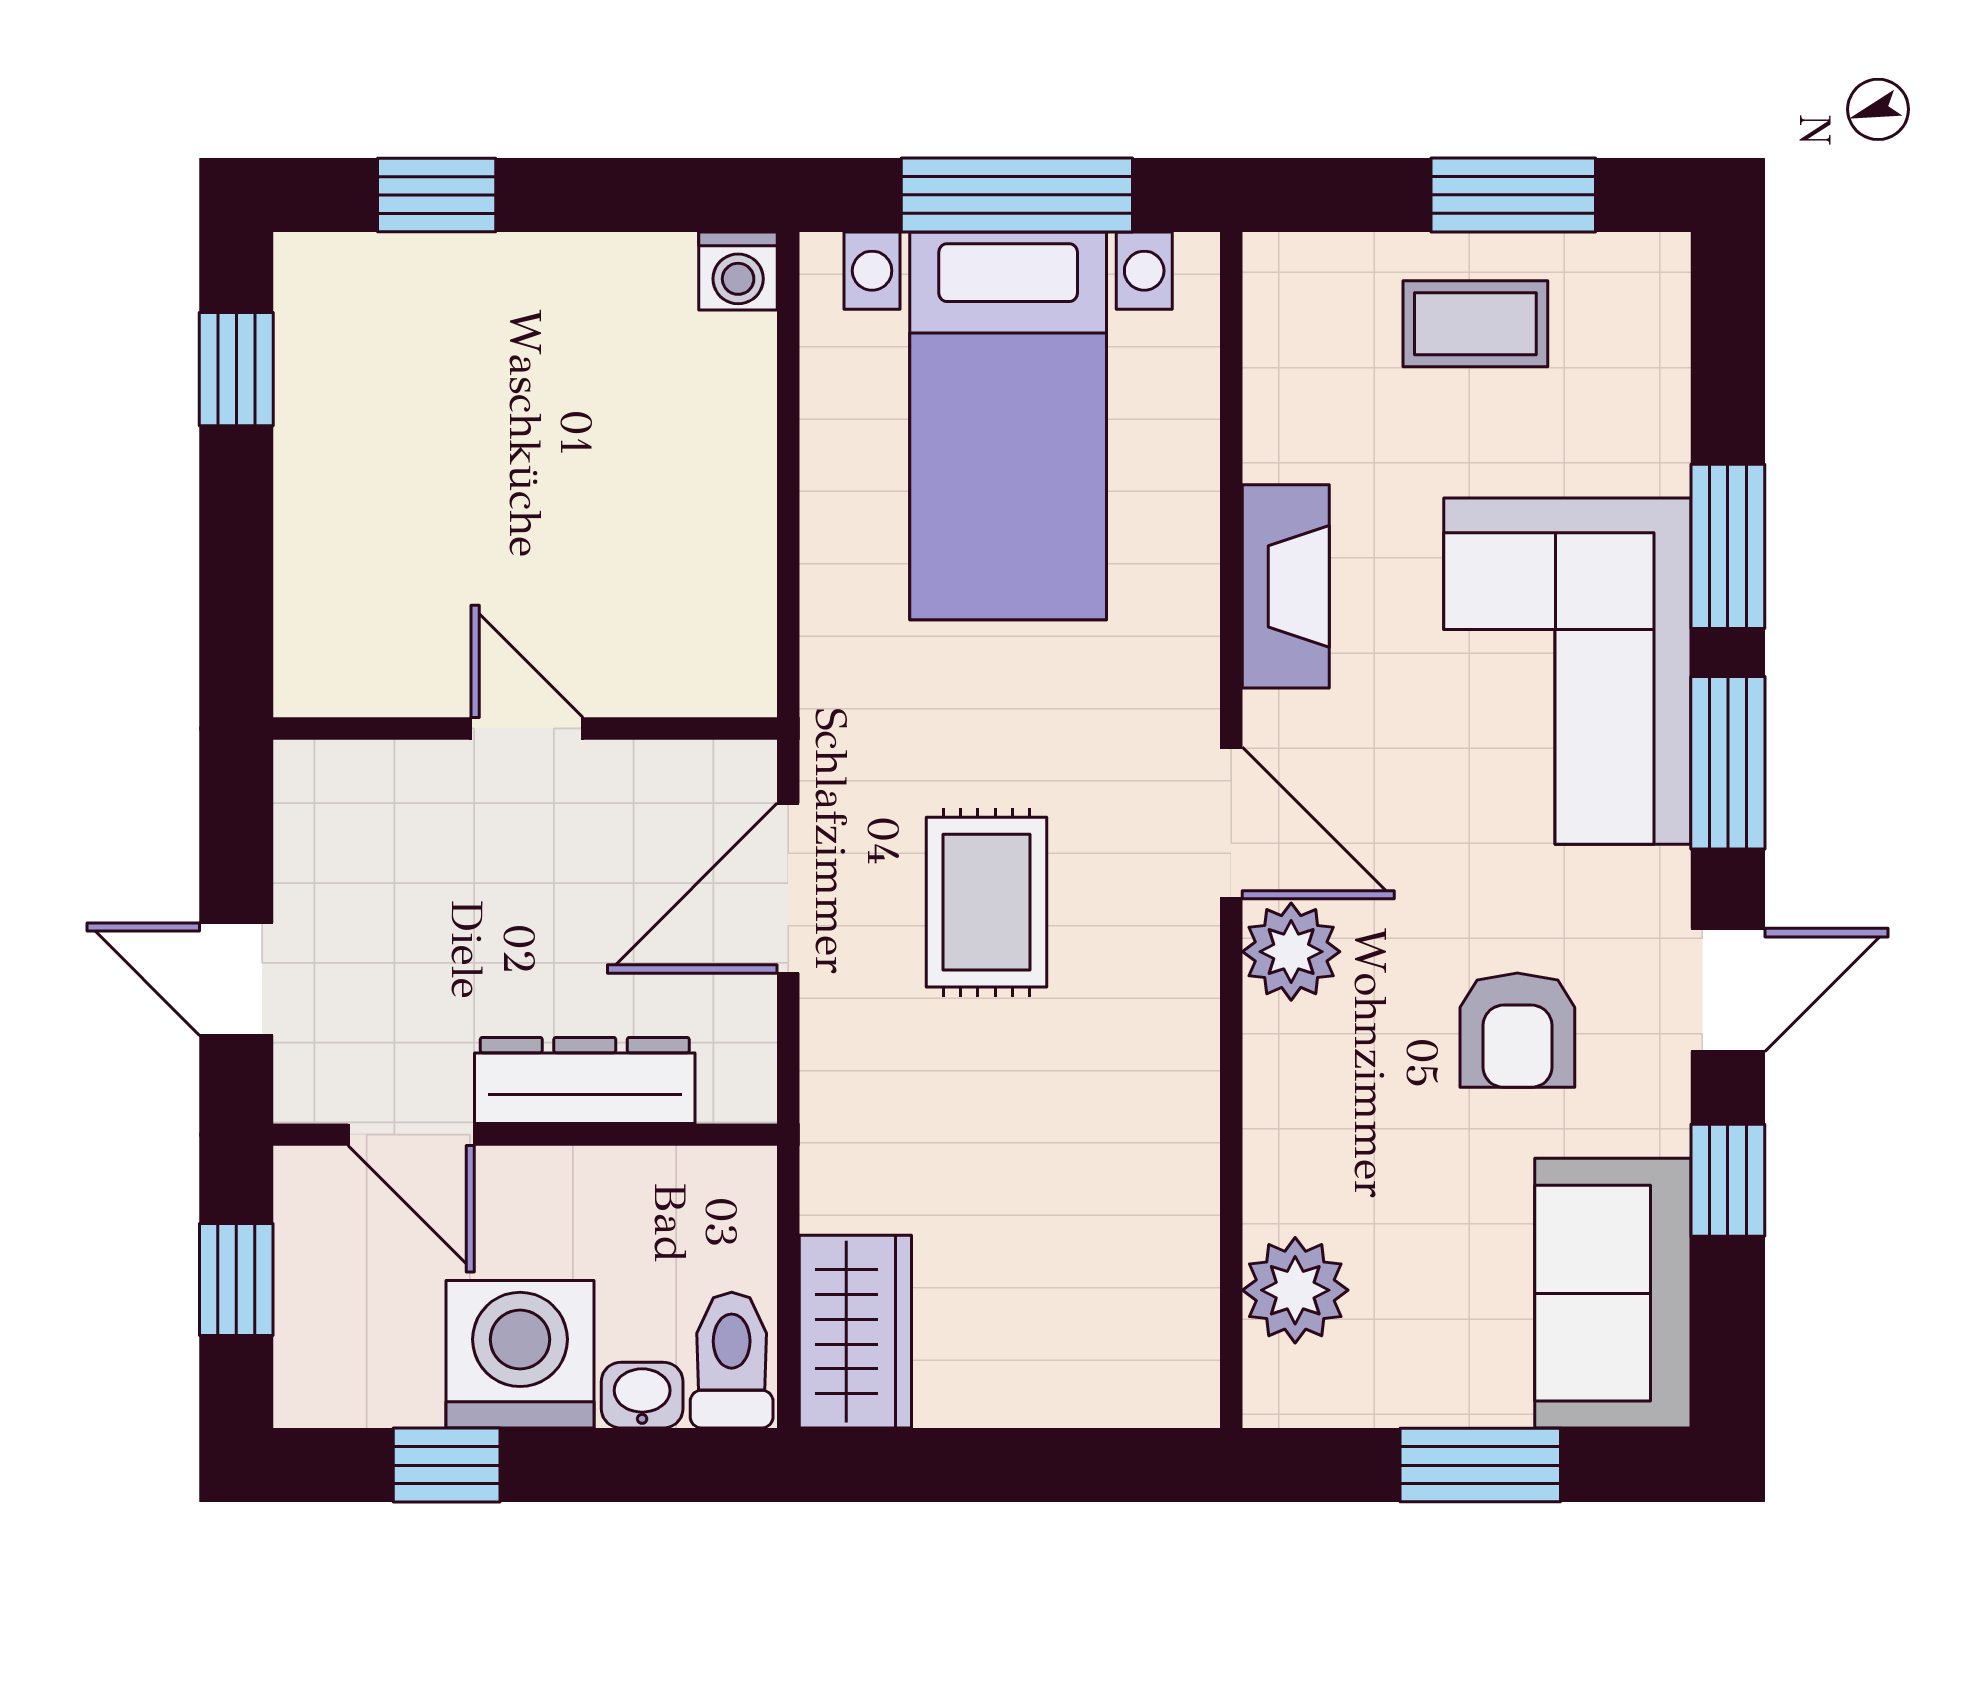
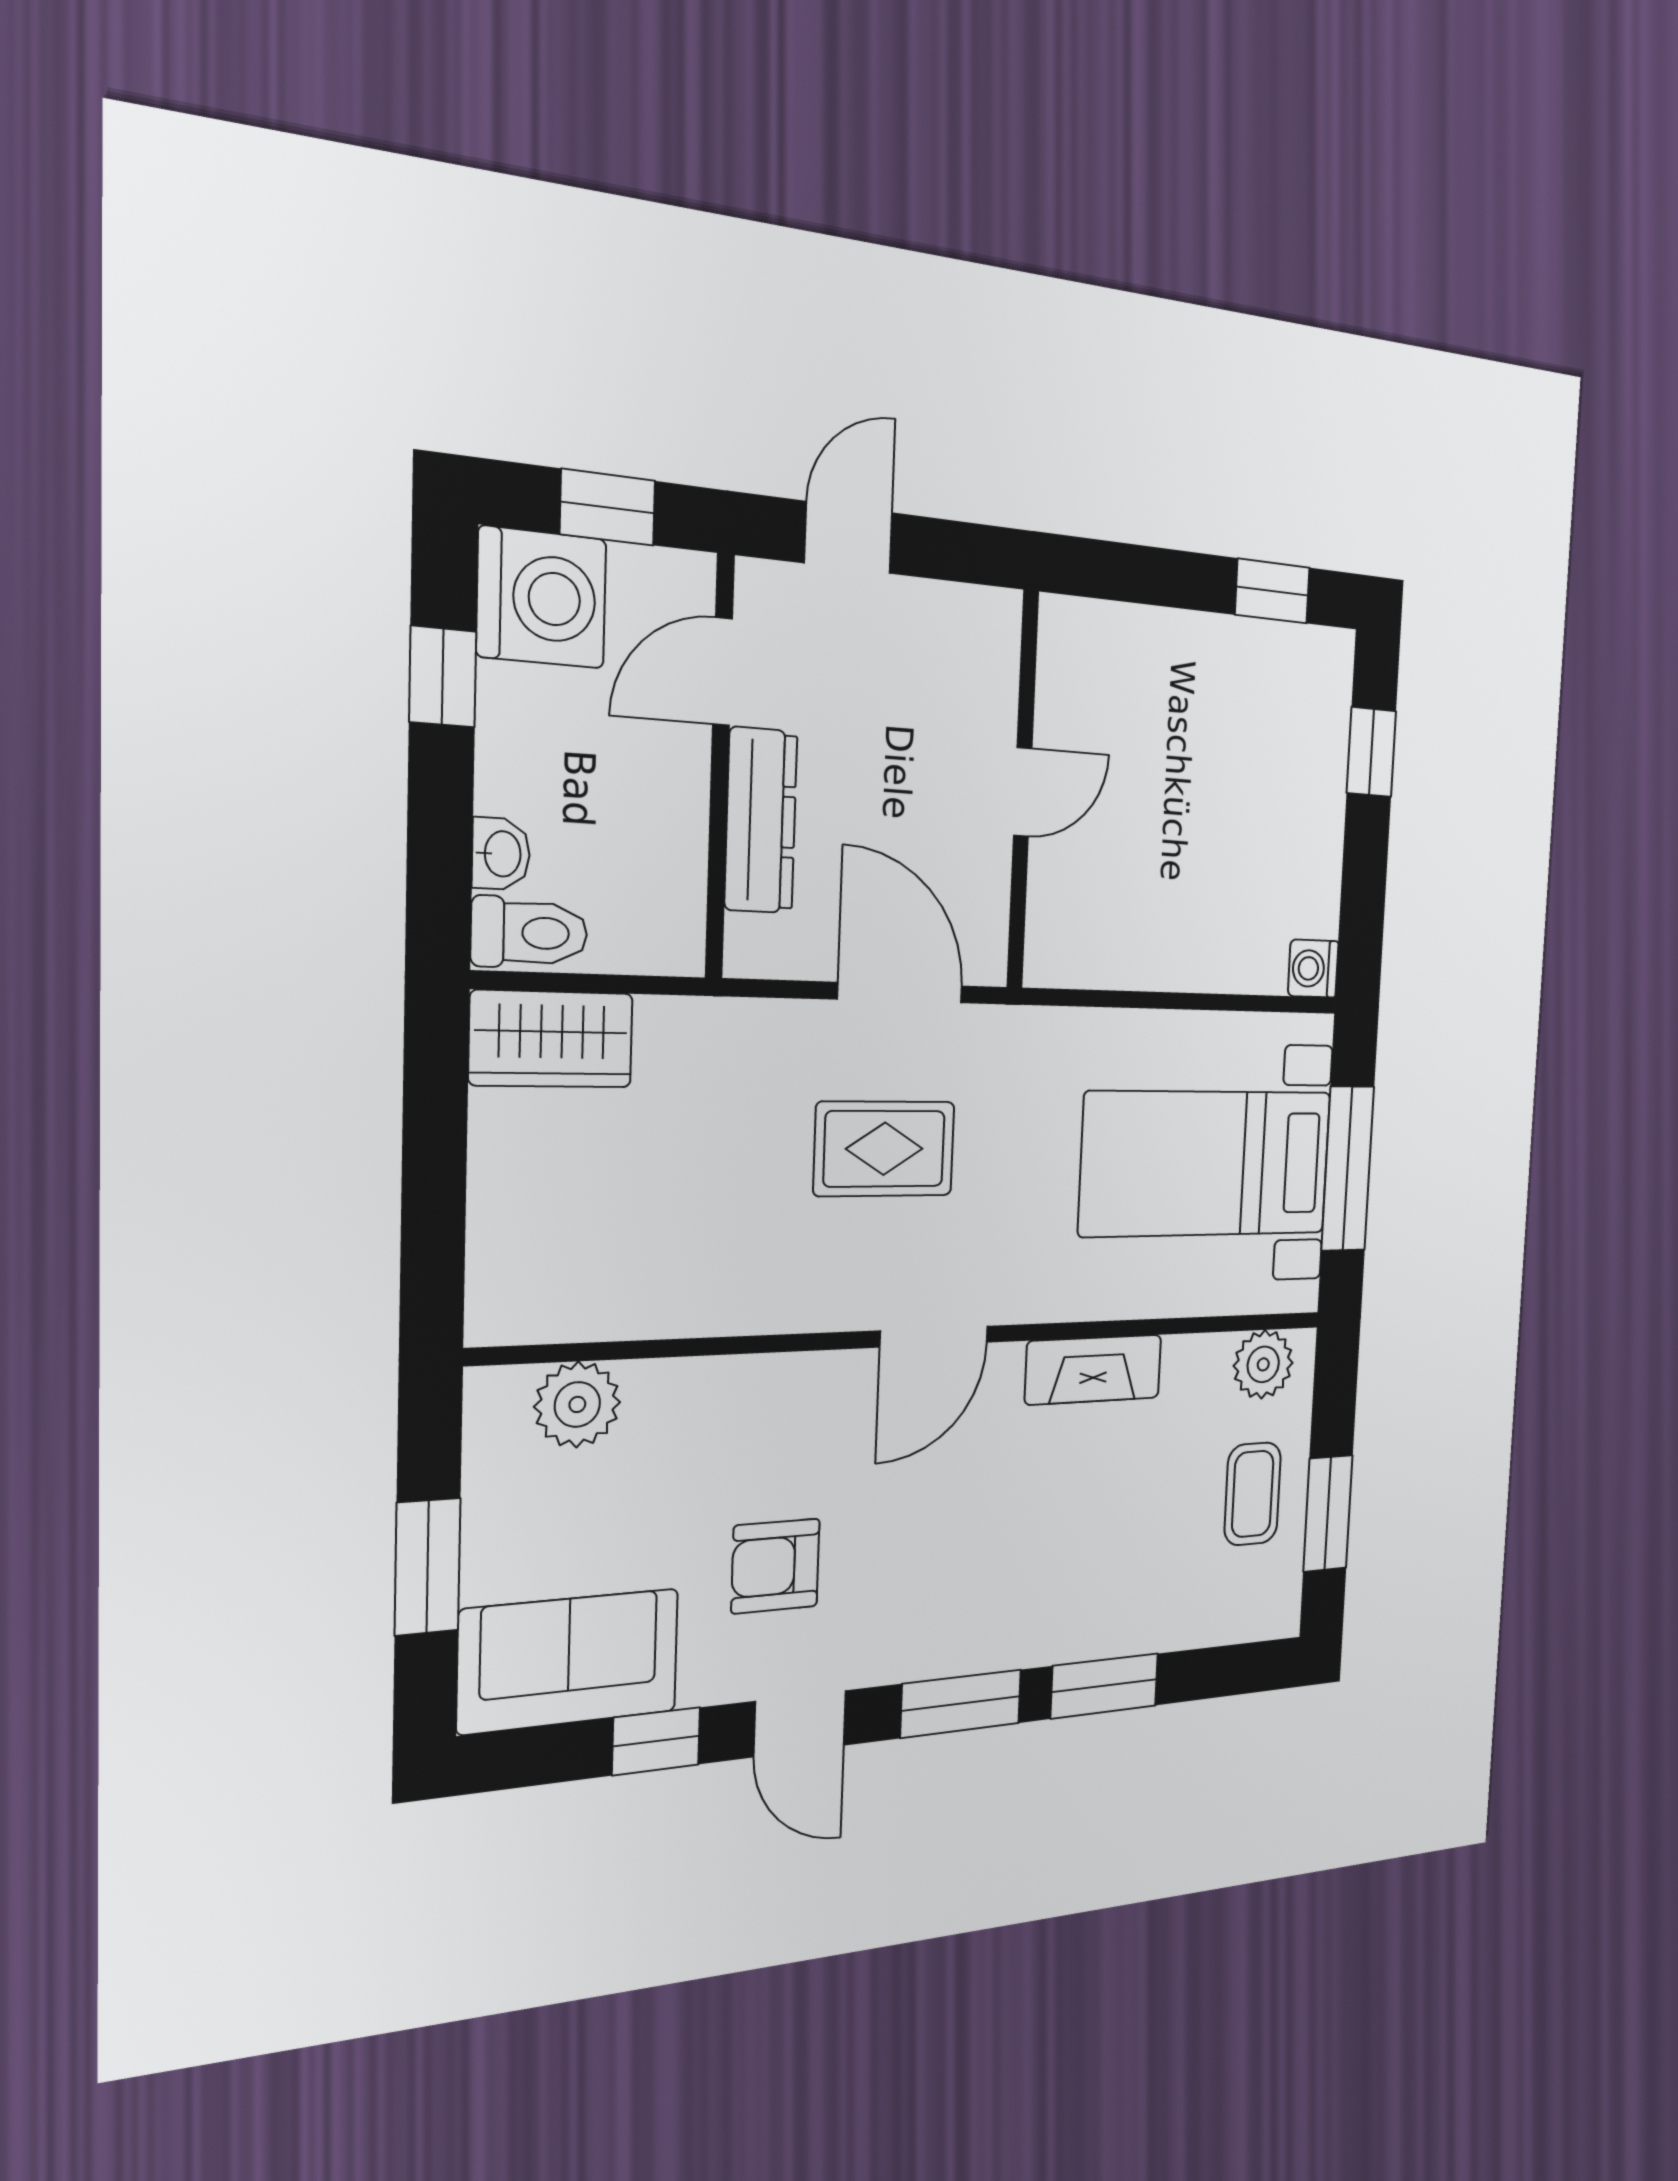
corner sofa: (1567, 671) -> (1028, 1580), removed
plant: (1291, 952) -> (1263, 1364), moved
washing machine: (520, 1354) -> (542, 598), moved

